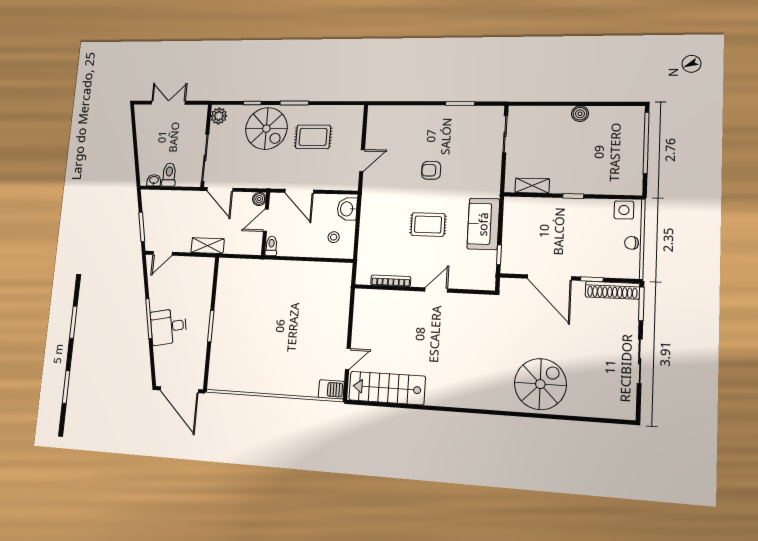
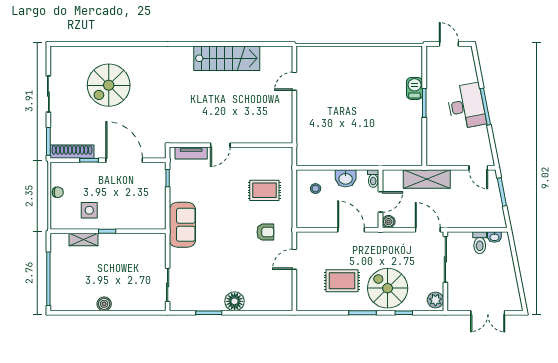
floor lamp: (431, 116) -> (235, 301), added
armchair: (431, 170) -> (265, 232), moved
shelving: (532, 186) -> (83, 239), moved
washbasin: (347, 209) -> (346, 178), moved, turned 90
side table: (624, 210) -> (89, 210), moved
sofa: (483, 224) -> (182, 225), moved
rug: (428, 225) -> (264, 190), moved
shelving: (208, 246) -> (427, 179), width x1.50, depth x1.33
door: (163, 253) -> (478, 168), swing flipped
bookcase: (391, 281) -> (261, 151), removed
tv unit: (470, 282) -> (191, 153), added
desk: (169, 327) -> (466, 106), width x1.37
spiral stairs: (540, 384) -> (109, 85), moved
stairs: (387, 388) -> (227, 58), moved
barbecue: (331, 389) -> (415, 88), moved, turned 90
door: (179, 390) -> (449, 44), width x0.53

